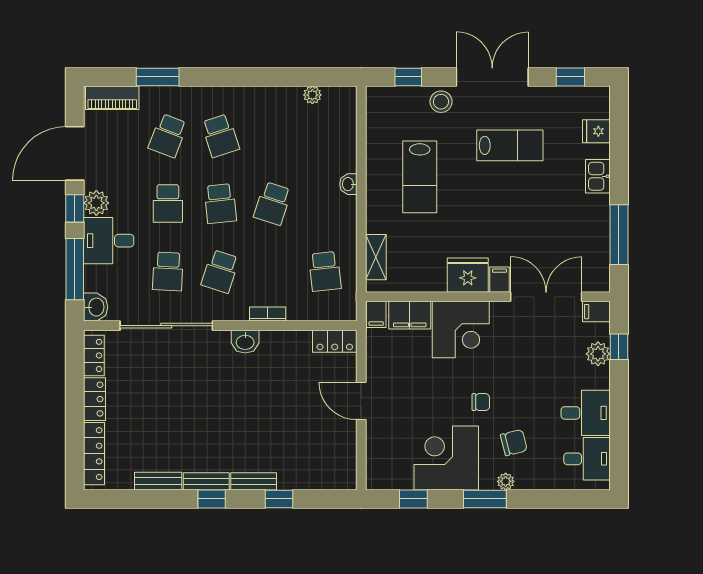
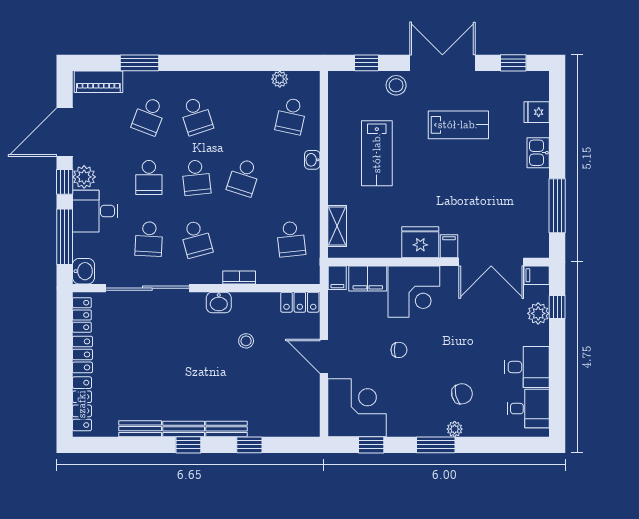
school desk: (325, 136) -> (291, 116), added
school desk: (220, 271) -> (196, 239), turned -33
double door: (546, 297) -> (491, 262), swing flipped
stool: (275, 384) -> (246, 341), added
chair: (481, 402) -> (399, 350), moved
corner desk: (446, 458) -> (357, 408), moved, turned 90

